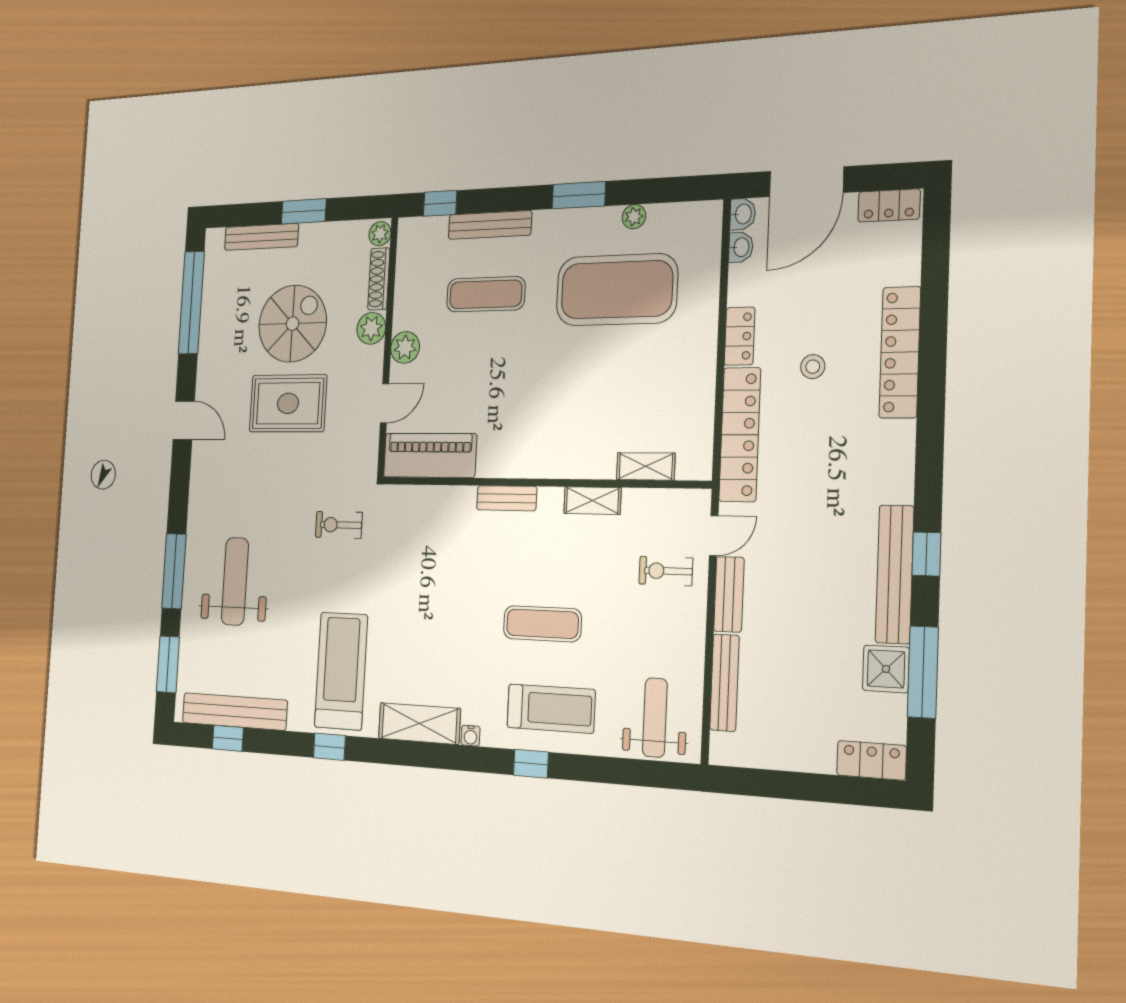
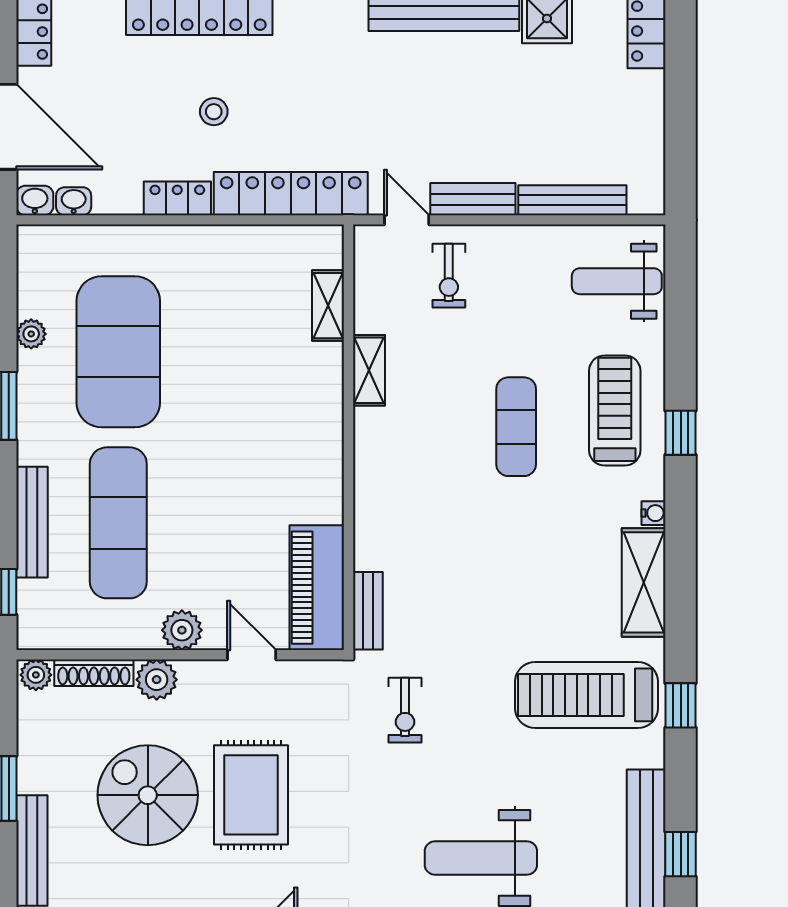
exercise mat: (486, 294) -> (118, 523), width x1.36, depth x1.45
bench: (507, 498) -> (368, 611), moved

